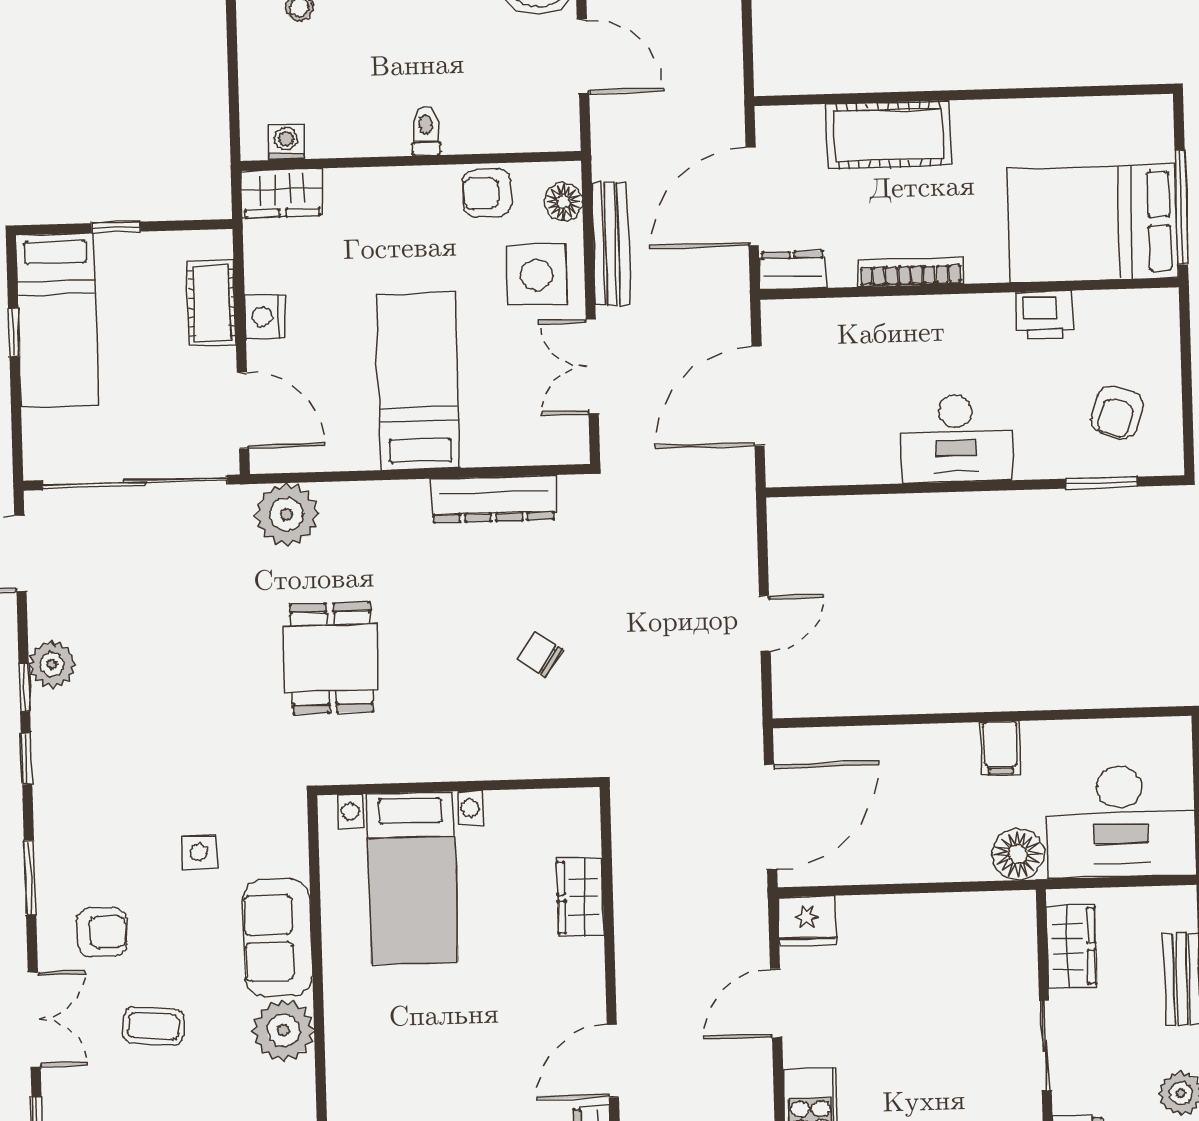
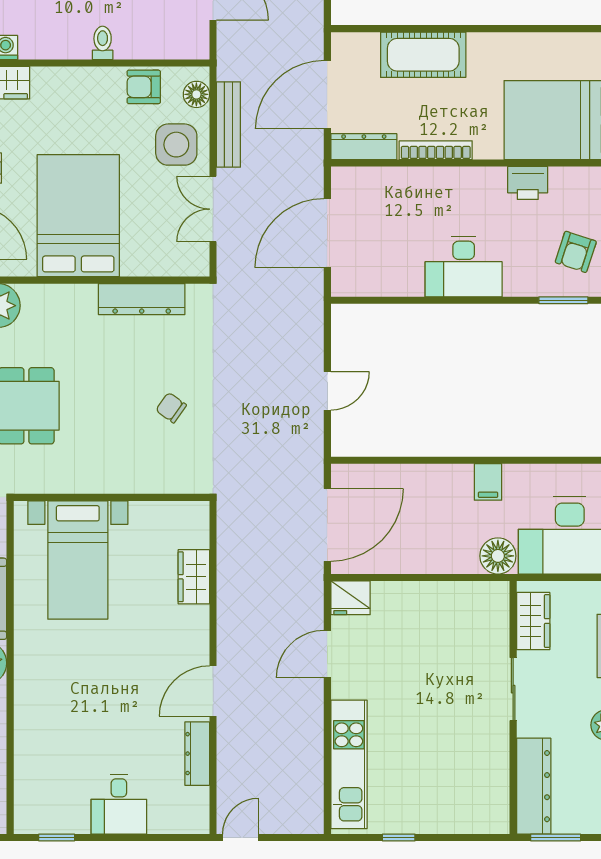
dresser: (792, 270) -> (364, 147), width x1.44
bed: (418, 381) -> (78, 216), width x1.50

